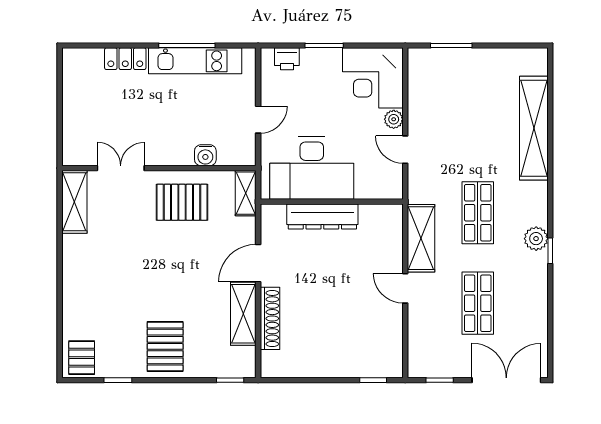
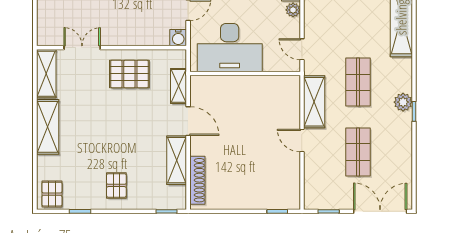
door: (405, 150) -> (302, 49), moved
water cooler: (205, 155) -> (178, 38), moved
shelving: (246, 193) -> (179, 86), moved
dresser: (322, 217) -> (238, 85), removed
door: (258, 263) -> (188, 121), swing flipped
shelving: (76, 271) -> (48, 127), added
shoe rack: (270, 318) -> (197, 180), moved
pallet: (165, 346) -> (116, 185), width x0.67, depth x0.71

